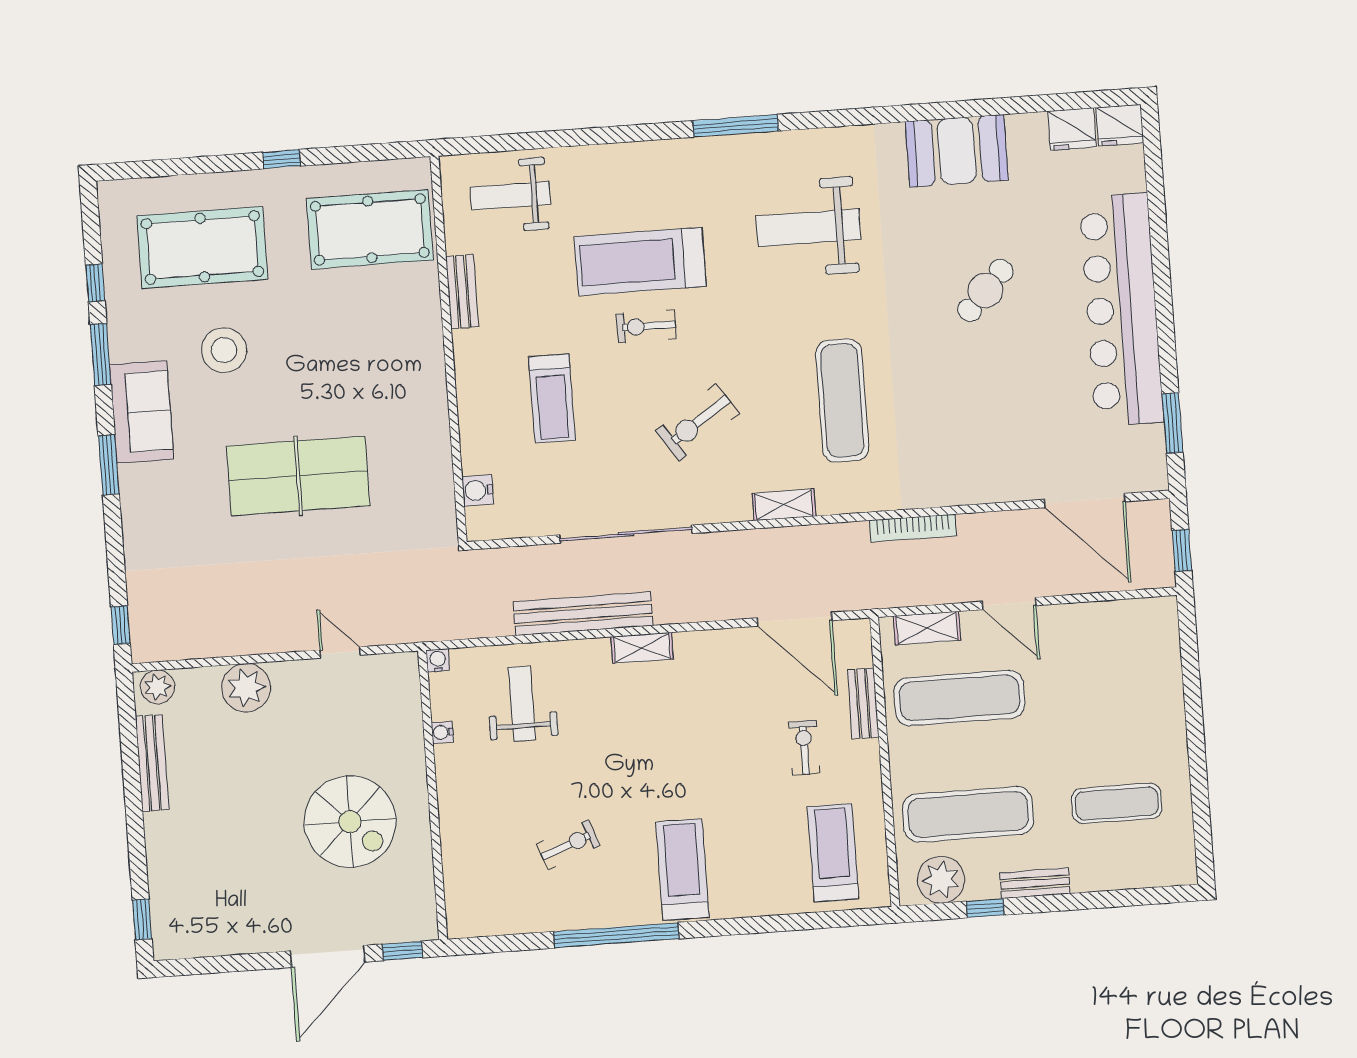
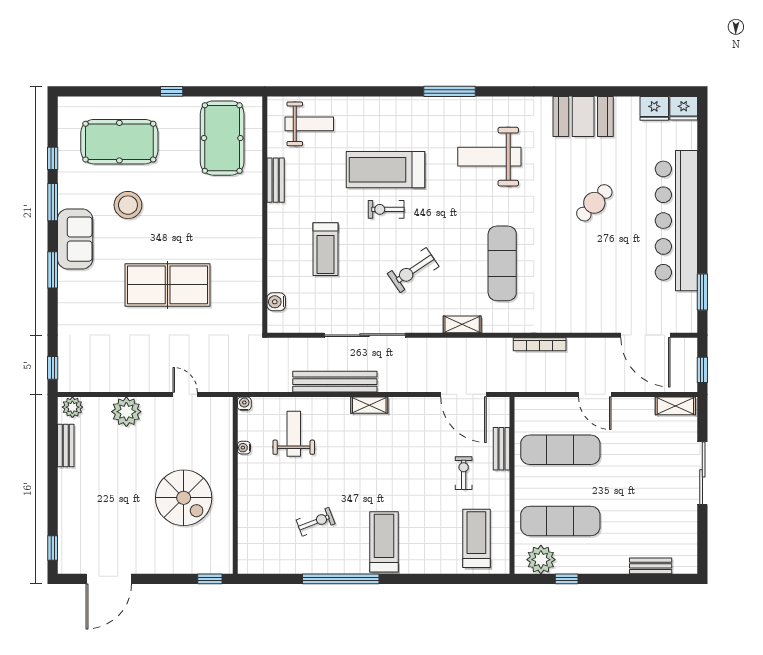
weight bench: (510, 196) -> (309, 124), turned 180
pool table: (370, 229) -> (222, 138), turned 90
shelving: (927, 628) -> (675, 406), moved
sliding door: (1194, 719) -> (702, 473), added
bench: (152, 763) -> (66, 445), width x0.73
exercise mat: (1117, 803) -> (651, 521), removed
bench: (1035, 883) -> (651, 566), moved
door: (328, 956) -> (109, 579), moved

